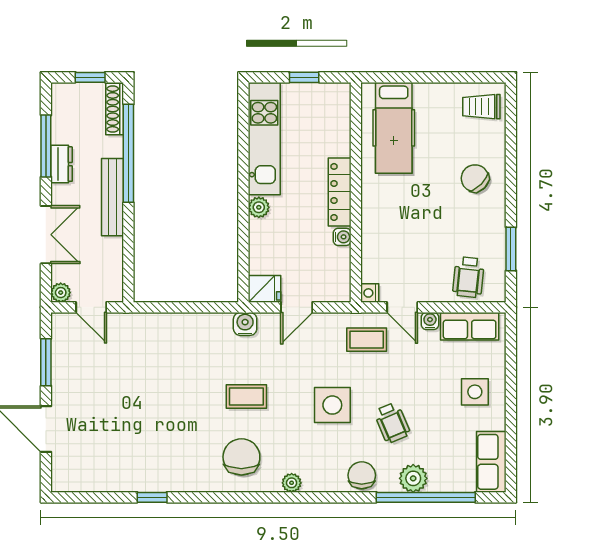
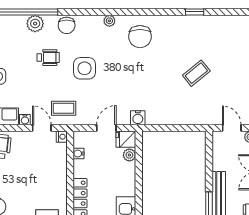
plant: (259, 207) -> (129, 155), moved
water cooler: (342, 237) -> (79, 154), moved
coffee table: (246, 397) -> (196, 73), moved, turned -39
wheelchair: (392, 423) -> (48, 58), turned 113

